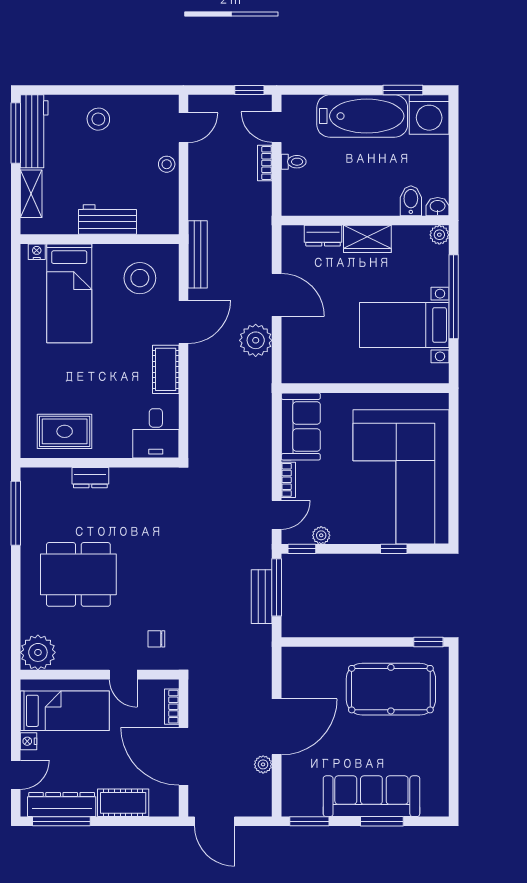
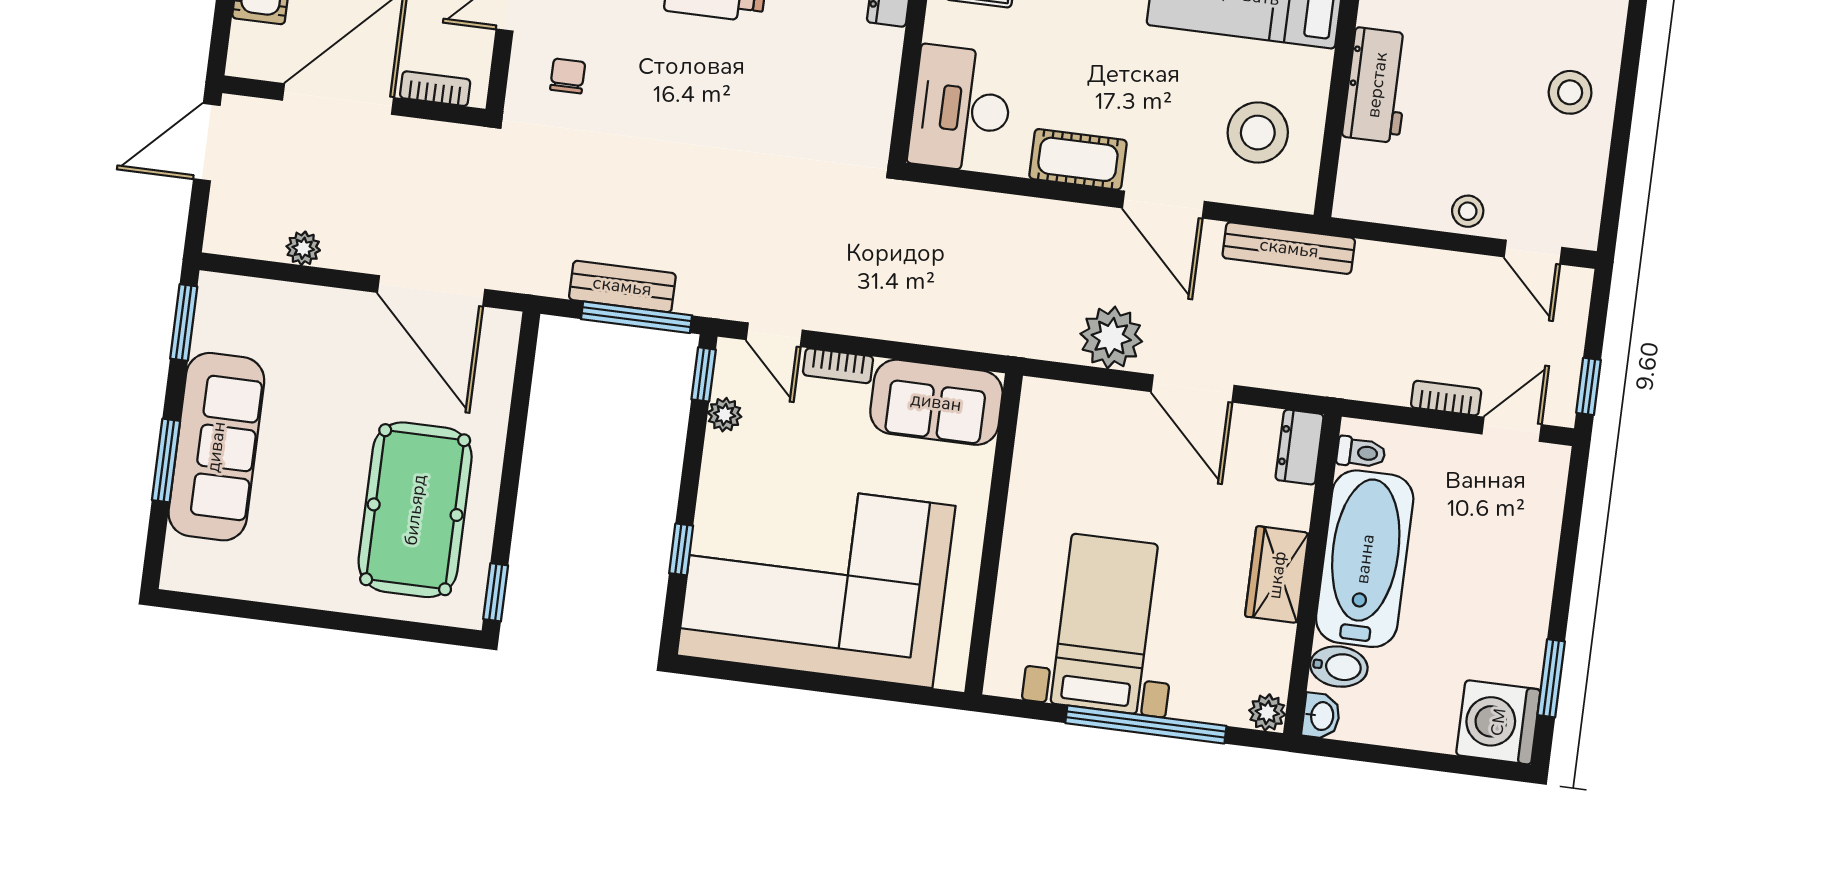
bathtub: (362, 116) -> (1365, 559), moved, turned 180
toilet: (294, 162) -> (1361, 452), moved, turned -90
dresser: (323, 236) -> (1300, 447), moved
door: (277, 295) -> (1193, 388), hinge flipped
desk: (156, 433) -> (961, 109), width x1.37
door: (277, 727) -> (431, 291), moved

